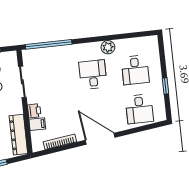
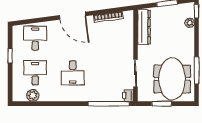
plant: (108, 47) -> (33, 95), moved
printer: (34, 111) -> (128, 95), moved
filing cabinet: (37, 124) -> (126, 35), removed

